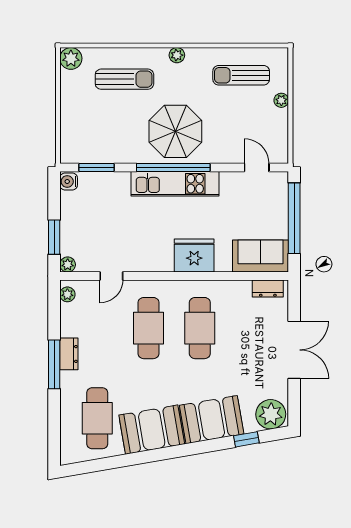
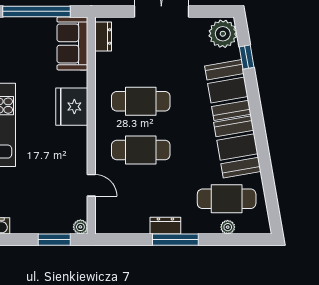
plant: (67, 294) -> (228, 227), moved

